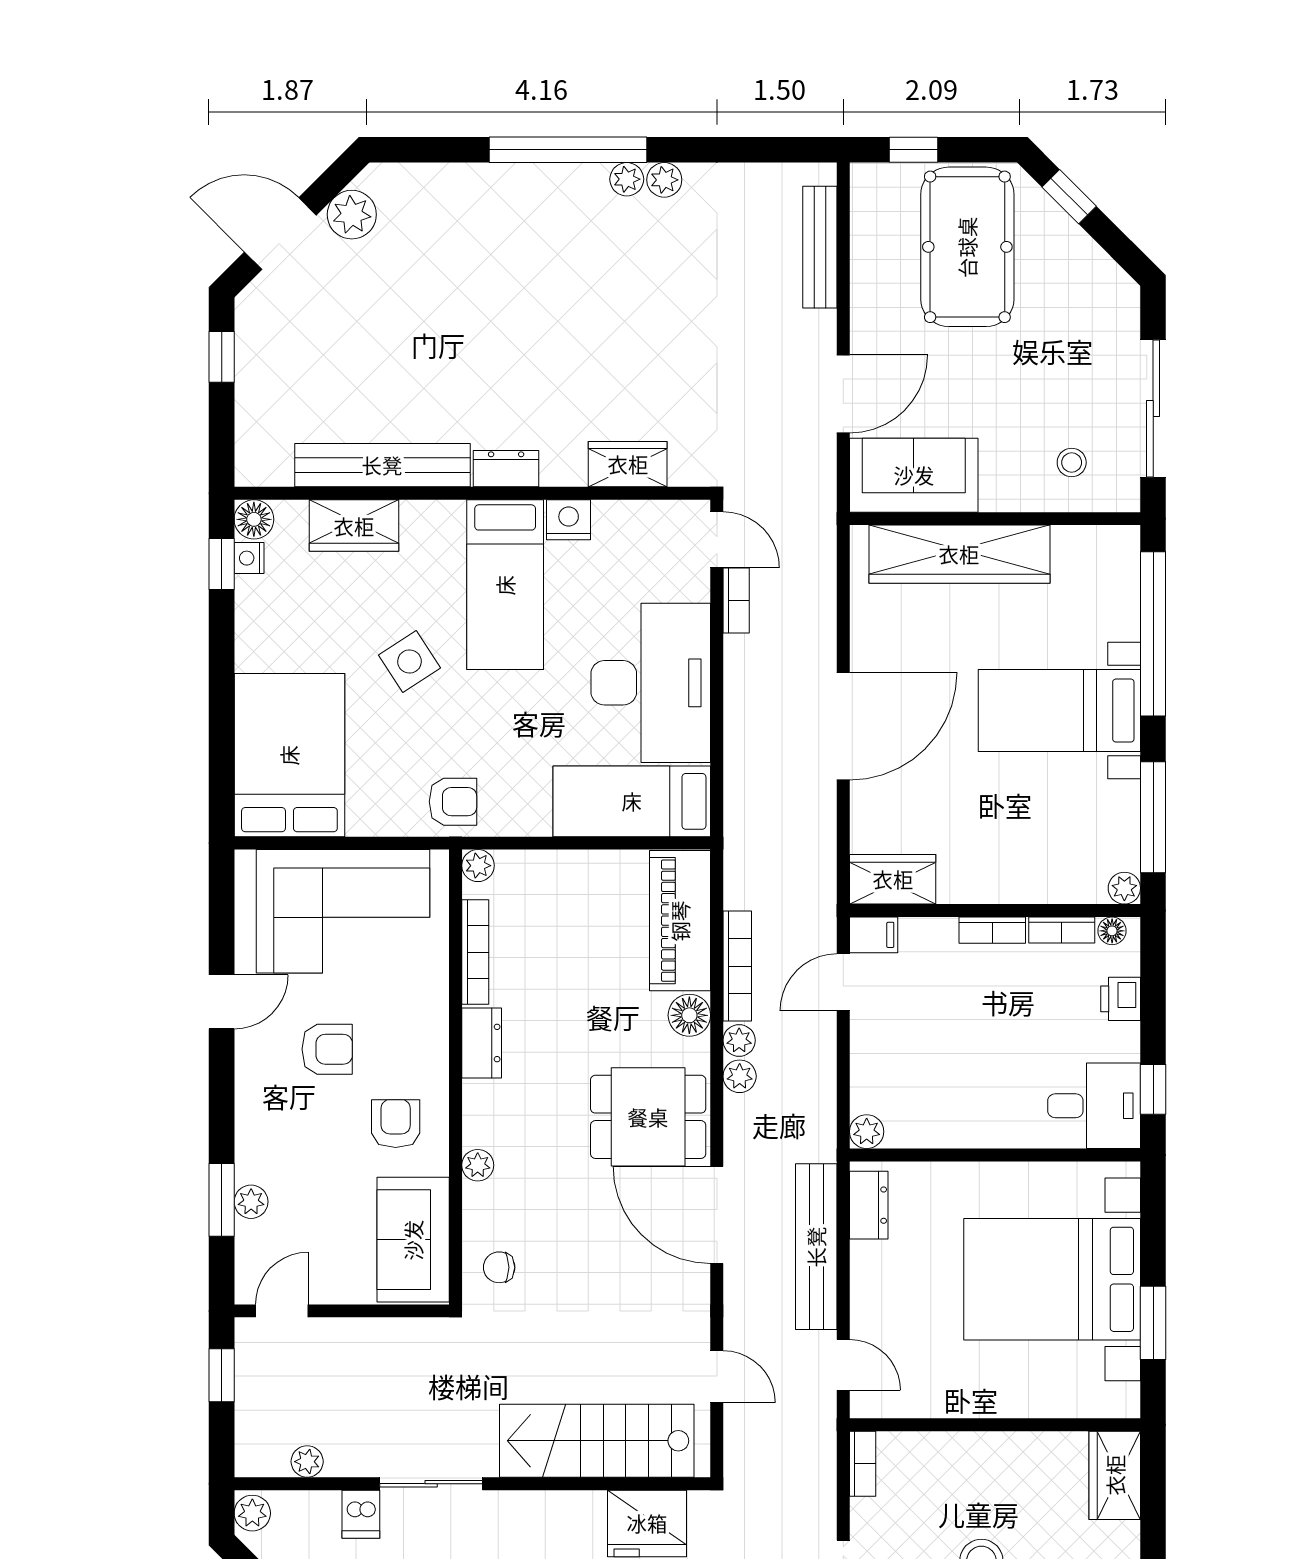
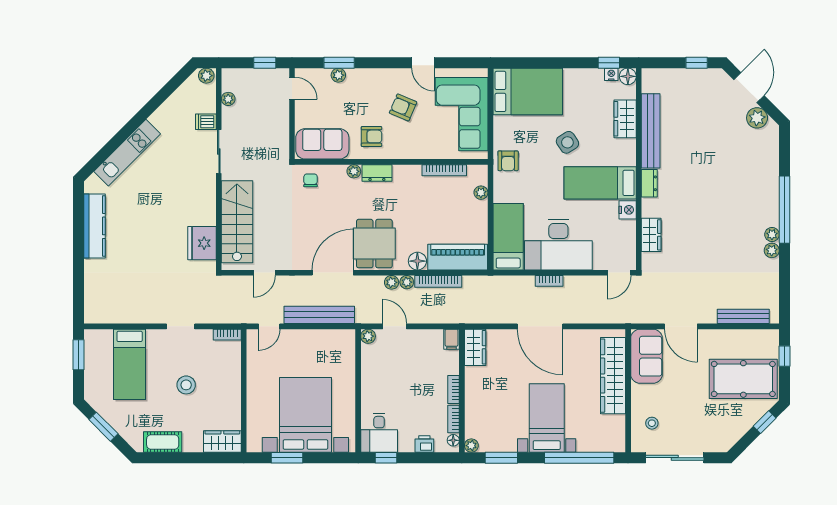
bookcase: (736, 601) -> (549, 281), moved
window: (1153, 817) -> (501, 458), width x0.69
plant: (478, 866) -> (481, 193), moved
door: (843, 982) -> (395, 326), moved
dresser: (482, 1043) -> (377, 173), moved
armchair: (327, 1049) -> (403, 107), turned 113
dresser: (869, 1205) -> (337, 337), removed

